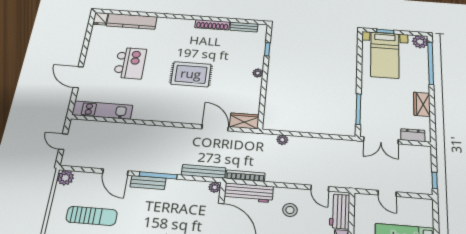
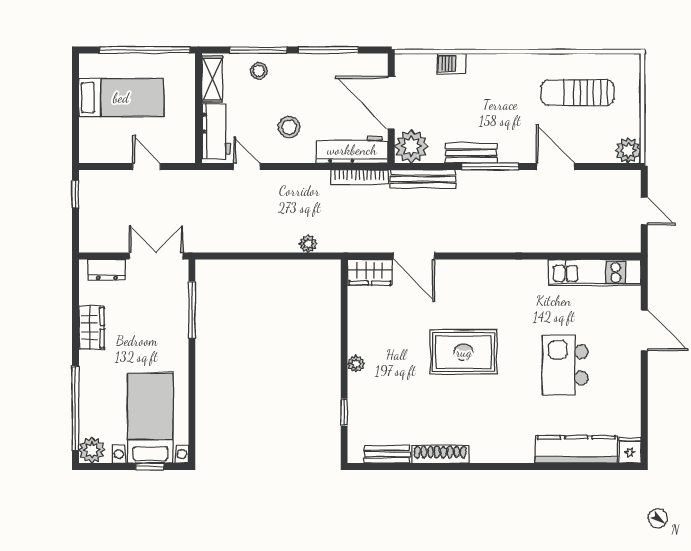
bench: (148, 183) -> (471, 153), moved
plant: (215, 187) -> (411, 146), width x1.88, depth x1.88

